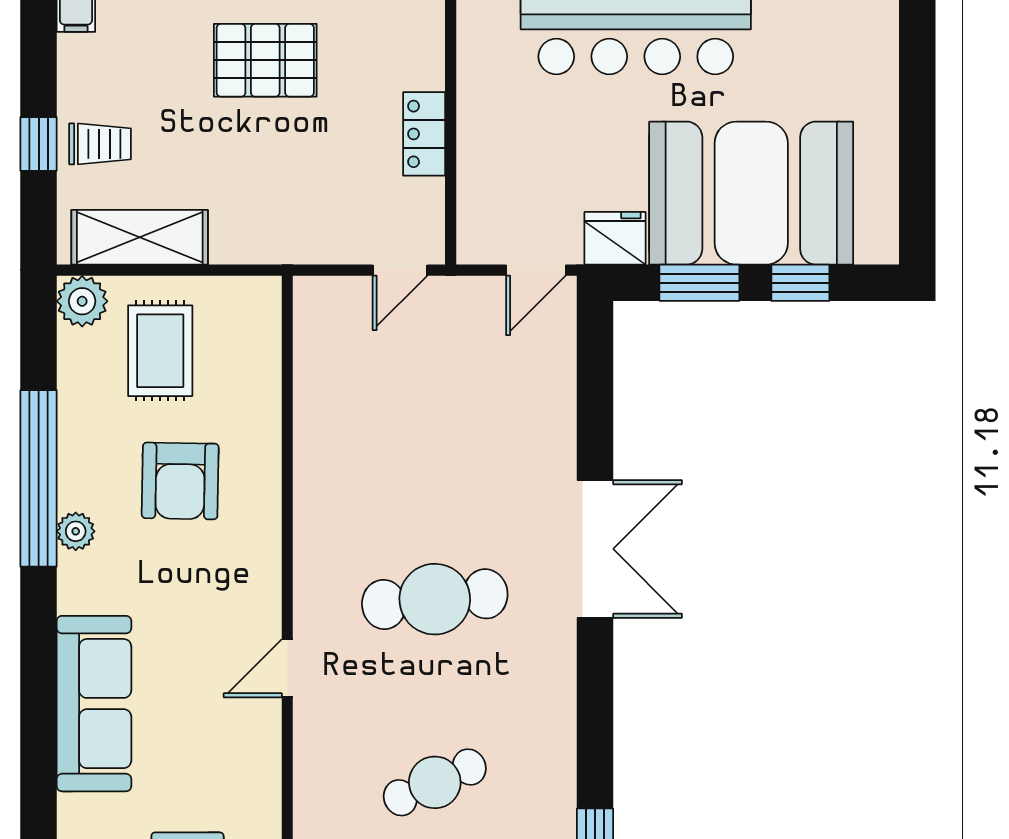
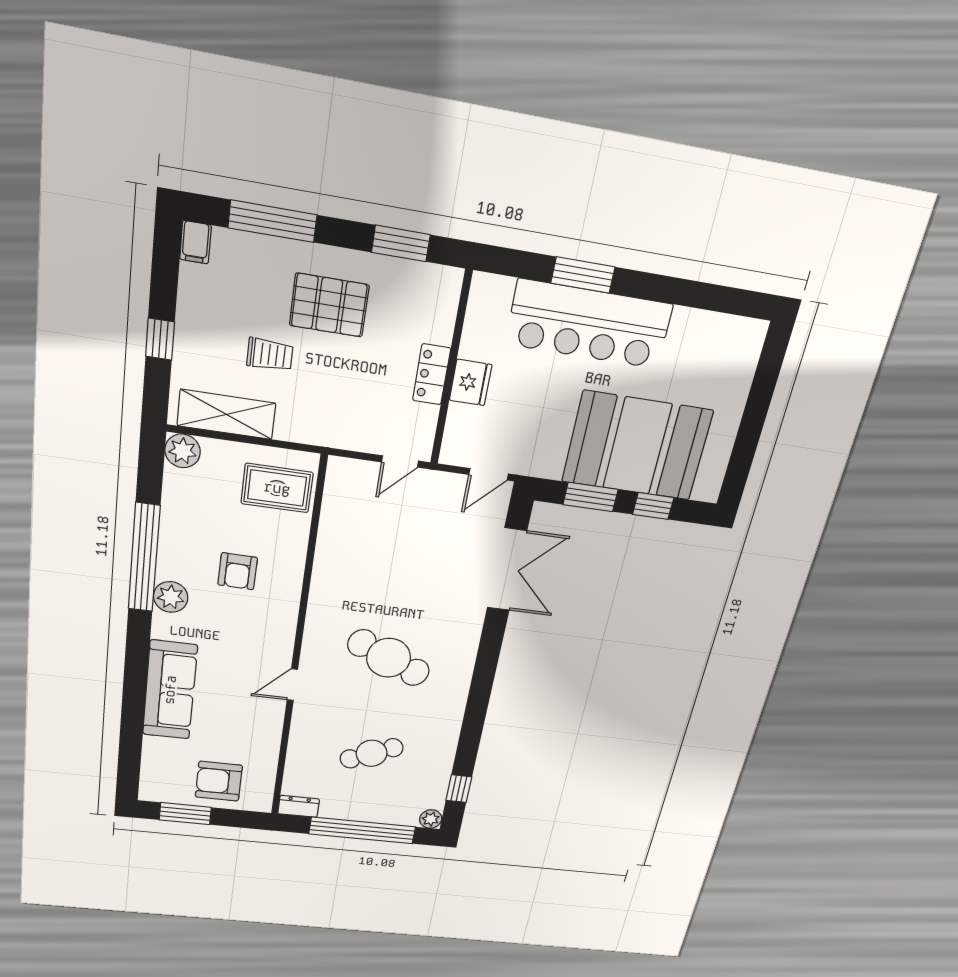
trolley: (100, 144) -> (270, 355), moved
fridge: (615, 238) -> (471, 382), moved, turned 90
rug: (160, 351) -> (277, 488), moved, turned 90
armchair: (180, 481) -> (238, 571), width x0.72, depth x0.72
plant: (76, 531) -> (171, 597), width x1.38, depth x1.38
double door: (595, 549) -> (507, 569), moved
cafe table: (435, 599) -> (389, 658), turned 30

